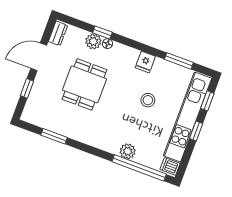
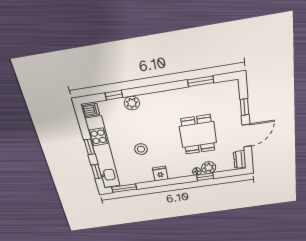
window: (179, 61) -> (124, 188), moved
window: (139, 168) -> (114, 95), width x0.32

